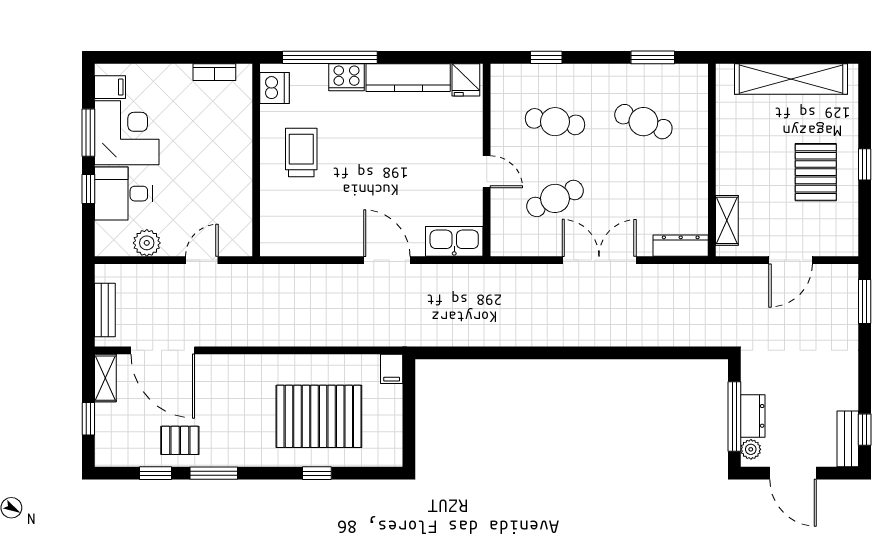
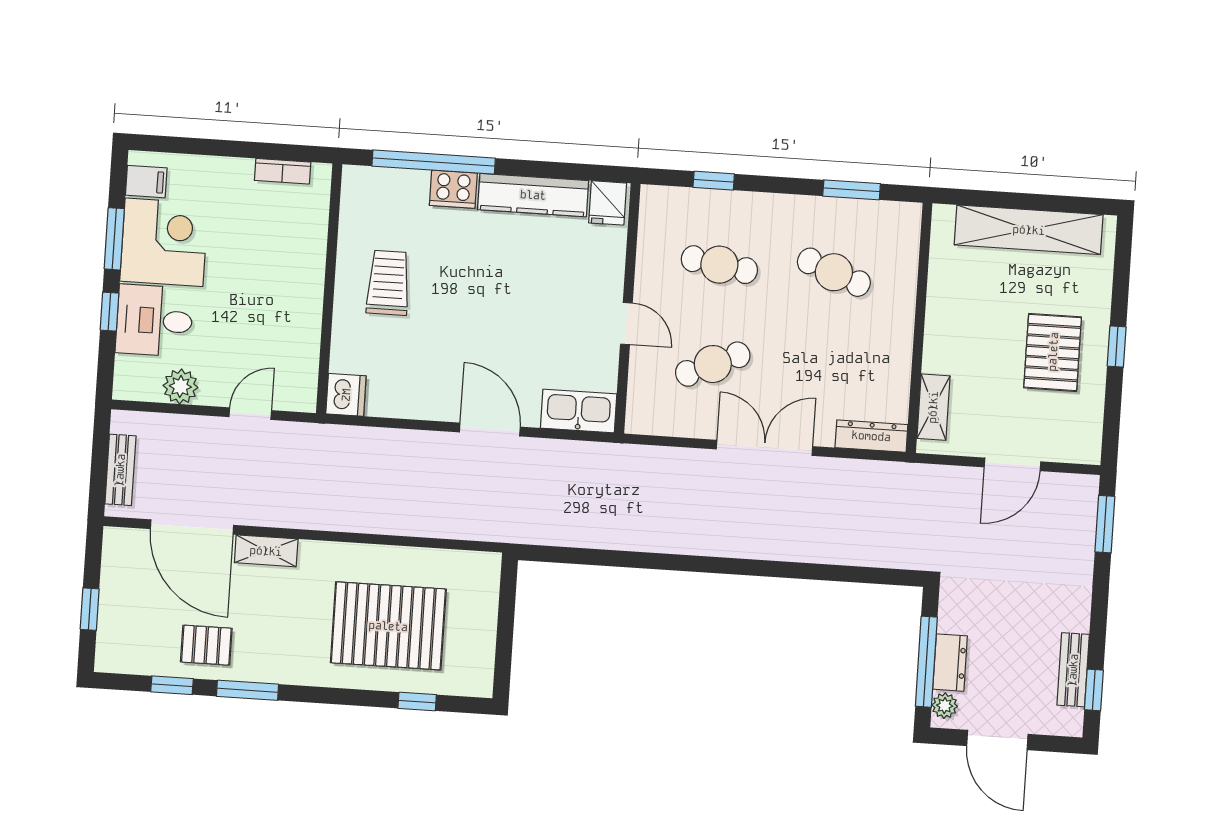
dishwasher: (274, 88) -> (346, 395), moved
filing cabinet: (392, 369) -> (487, 571), removed
shelving: (105, 378) -> (266, 551), moved, turned 90
bench: (848, 439) -> (1073, 670), moved
window: (317, 473) -> (417, 702), moved

